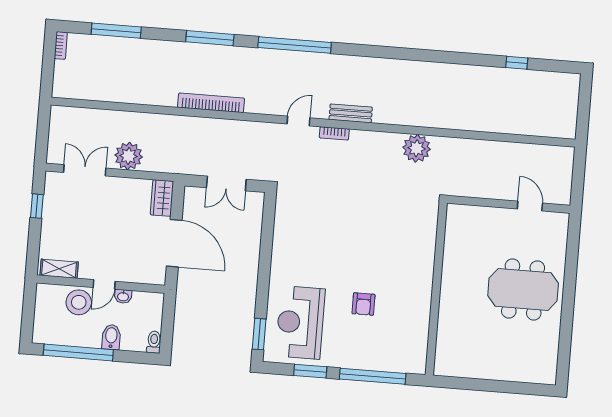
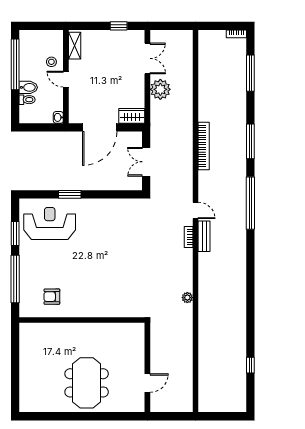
bench: (351, 113) -> (204, 236), moved
plant: (417, 148) -> (187, 298), width x0.53, depth x0.53
washbasin: (123, 296) -> (58, 117), moved
stool: (79, 302) -> (51, 62), width x0.53, depth x0.53
armchair: (363, 304) -> (52, 297), moved
window: (259, 334) -> (70, 194), moved
toilet: (154, 342) -> (27, 100), moved

